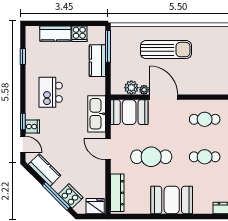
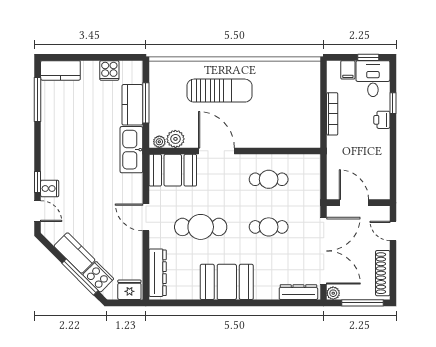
kitchen counter: (55, 34) -> (60, 70), moved
window: (108, 46) -> (146, 103), moved
window: (23, 56) -> (38, 99), width x2.17
plant: (144, 90) -> (159, 142), moved
kitchen island: (51, 92) -> (73, 145), removed
kitchen sink: (97, 114) -> (131, 150), moved
kitchen counter: (45, 170) -> (75, 253), moved

